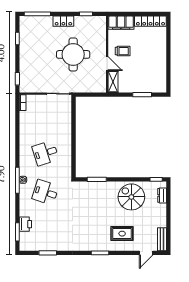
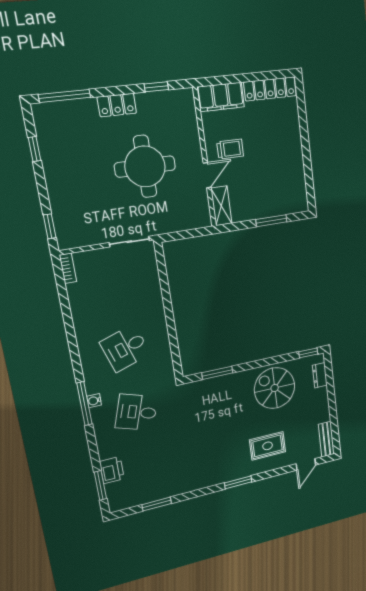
door: (107, 64) -> (207, 175), hinge flipped

